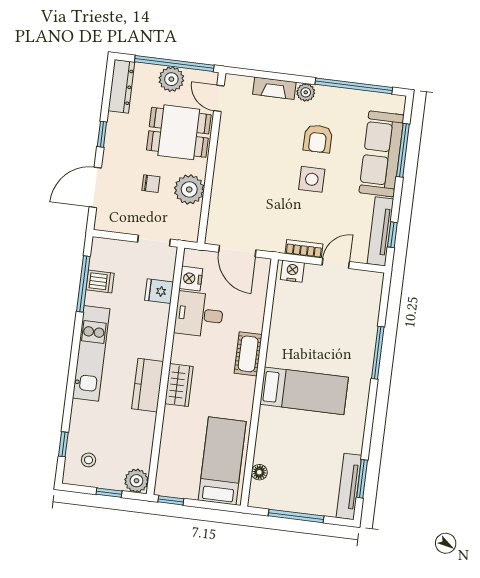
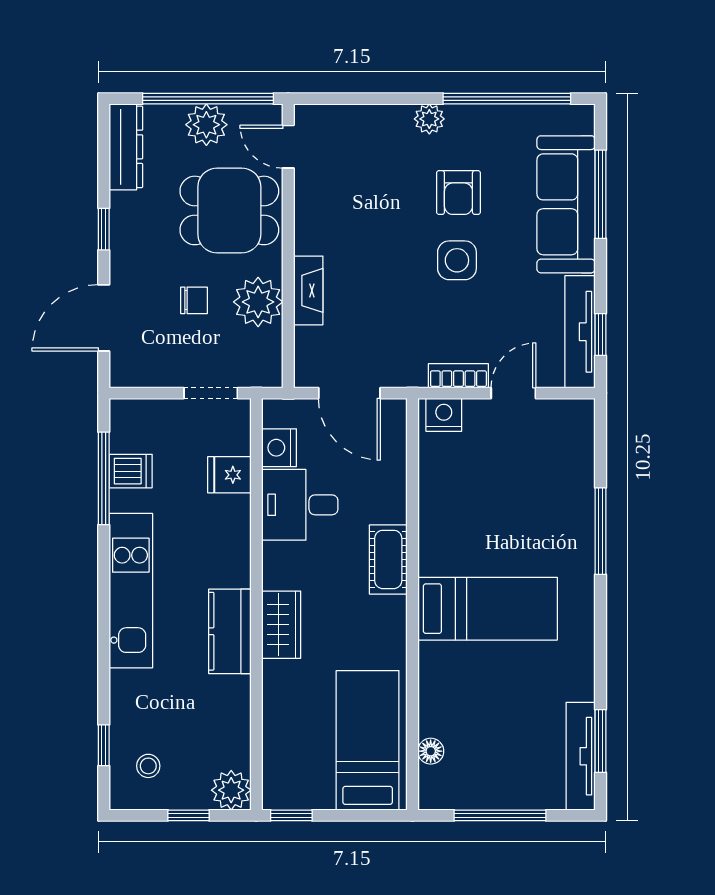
fireplace: (274, 88) -> (308, 290), moved, turned -90

